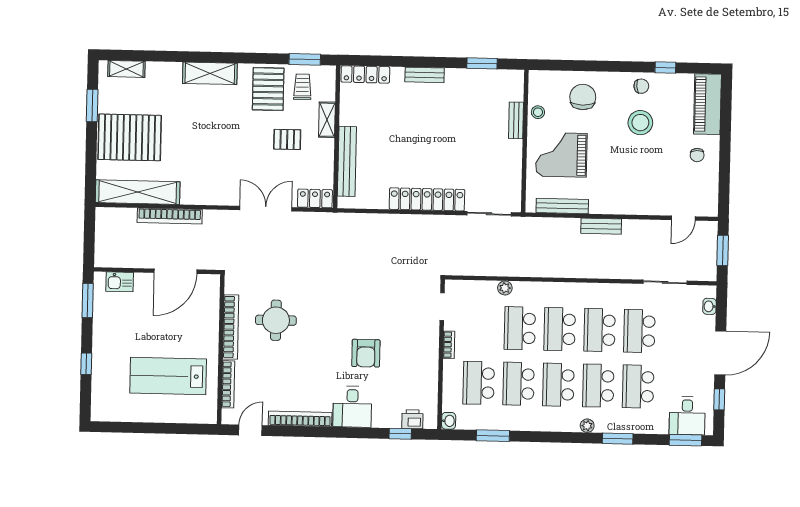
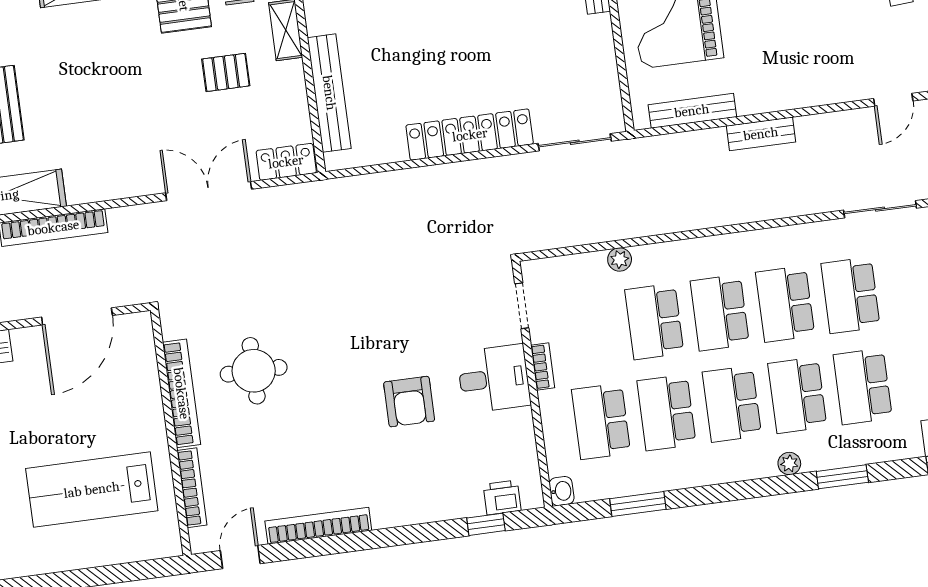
desk: (352, 407) -> (494, 379), moved, turned -90

